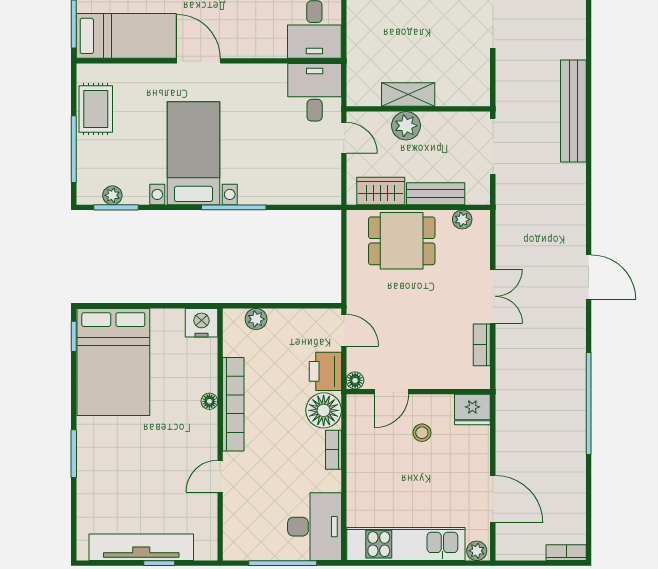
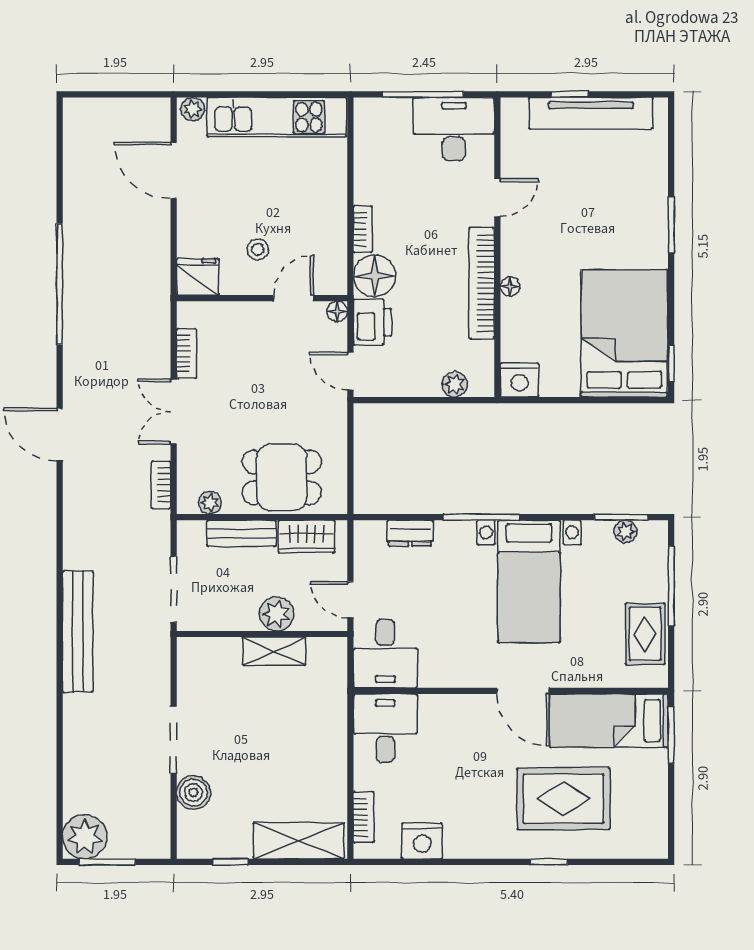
dresser: (294, 194) -> (410, 533), added
desk: (315, 527) -> (454, 129), moved, turned 90
bookcase: (566, 553) -> (161, 485), moved, turned 90

